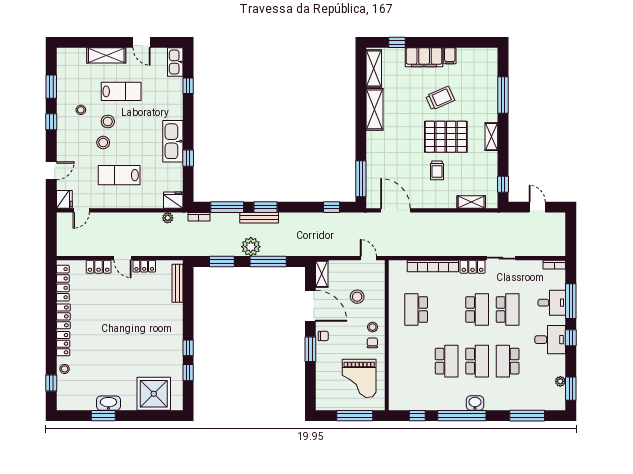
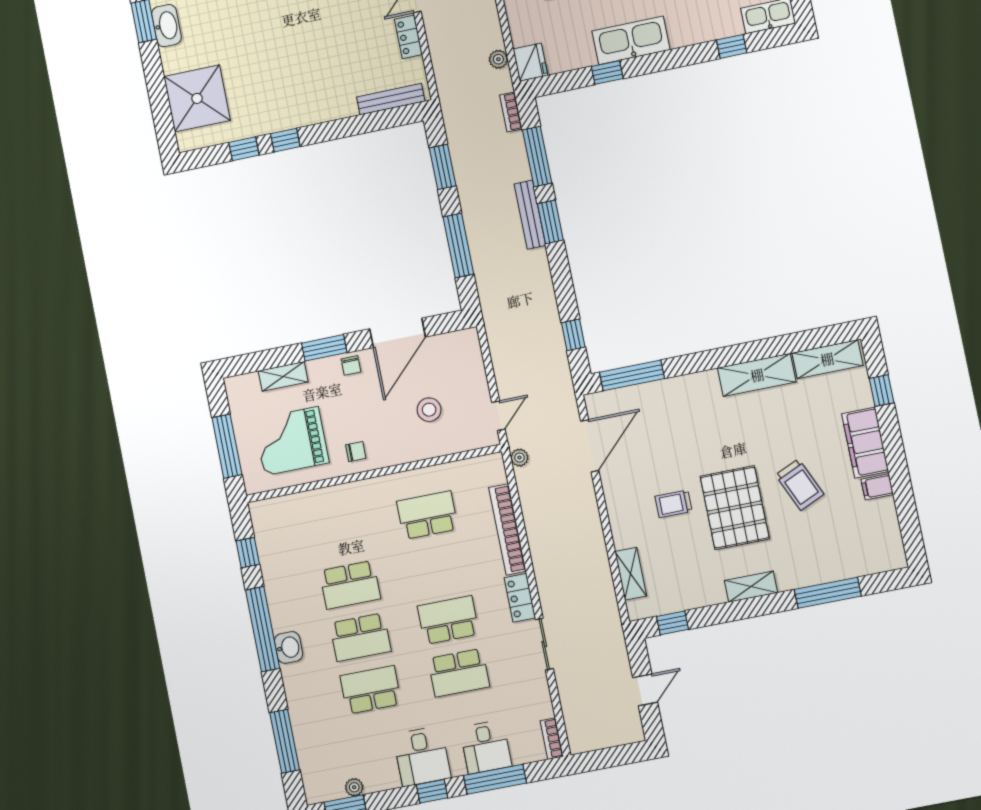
plant: (251, 247) -> (519, 458), moved, width x0.53, depth x0.53
shelving: (322, 274) -> (283, 376), moved
school desk: (477, 309) -> (448, 620), turned 180
stool: (373, 327) -> (383, 446), removed

